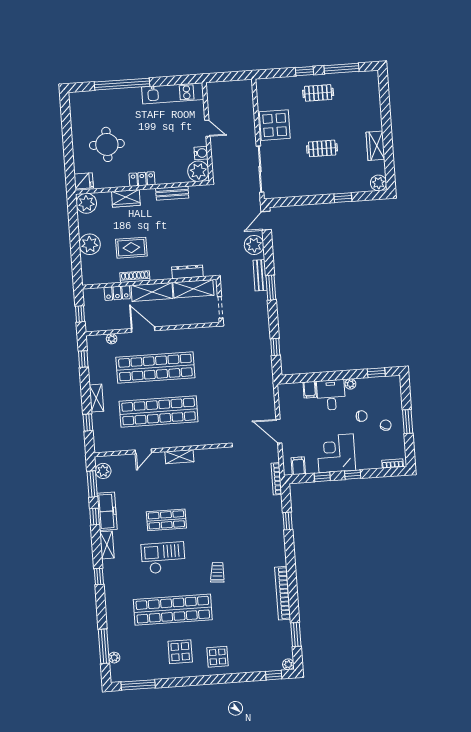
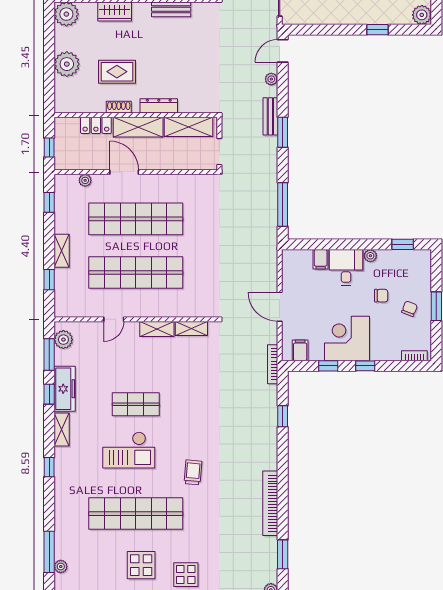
plant: (254, 245) -> (271, 79), width x0.53, depth x0.53
dresser: (187, 272) -> (159, 106), moved
shoe rack: (135, 277) -> (119, 107), width x0.70
window: (275, 347) -> (283, 204), width x2.17
shelving: (208, 454) -> (191, 329), added
checkout: (163, 558) -> (129, 450), turned 180

